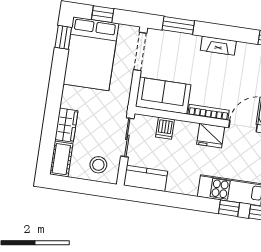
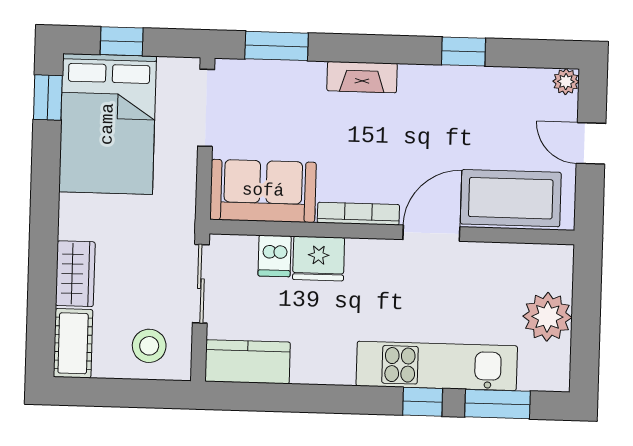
fridge: (211, 136) -> (319, 259), moved

